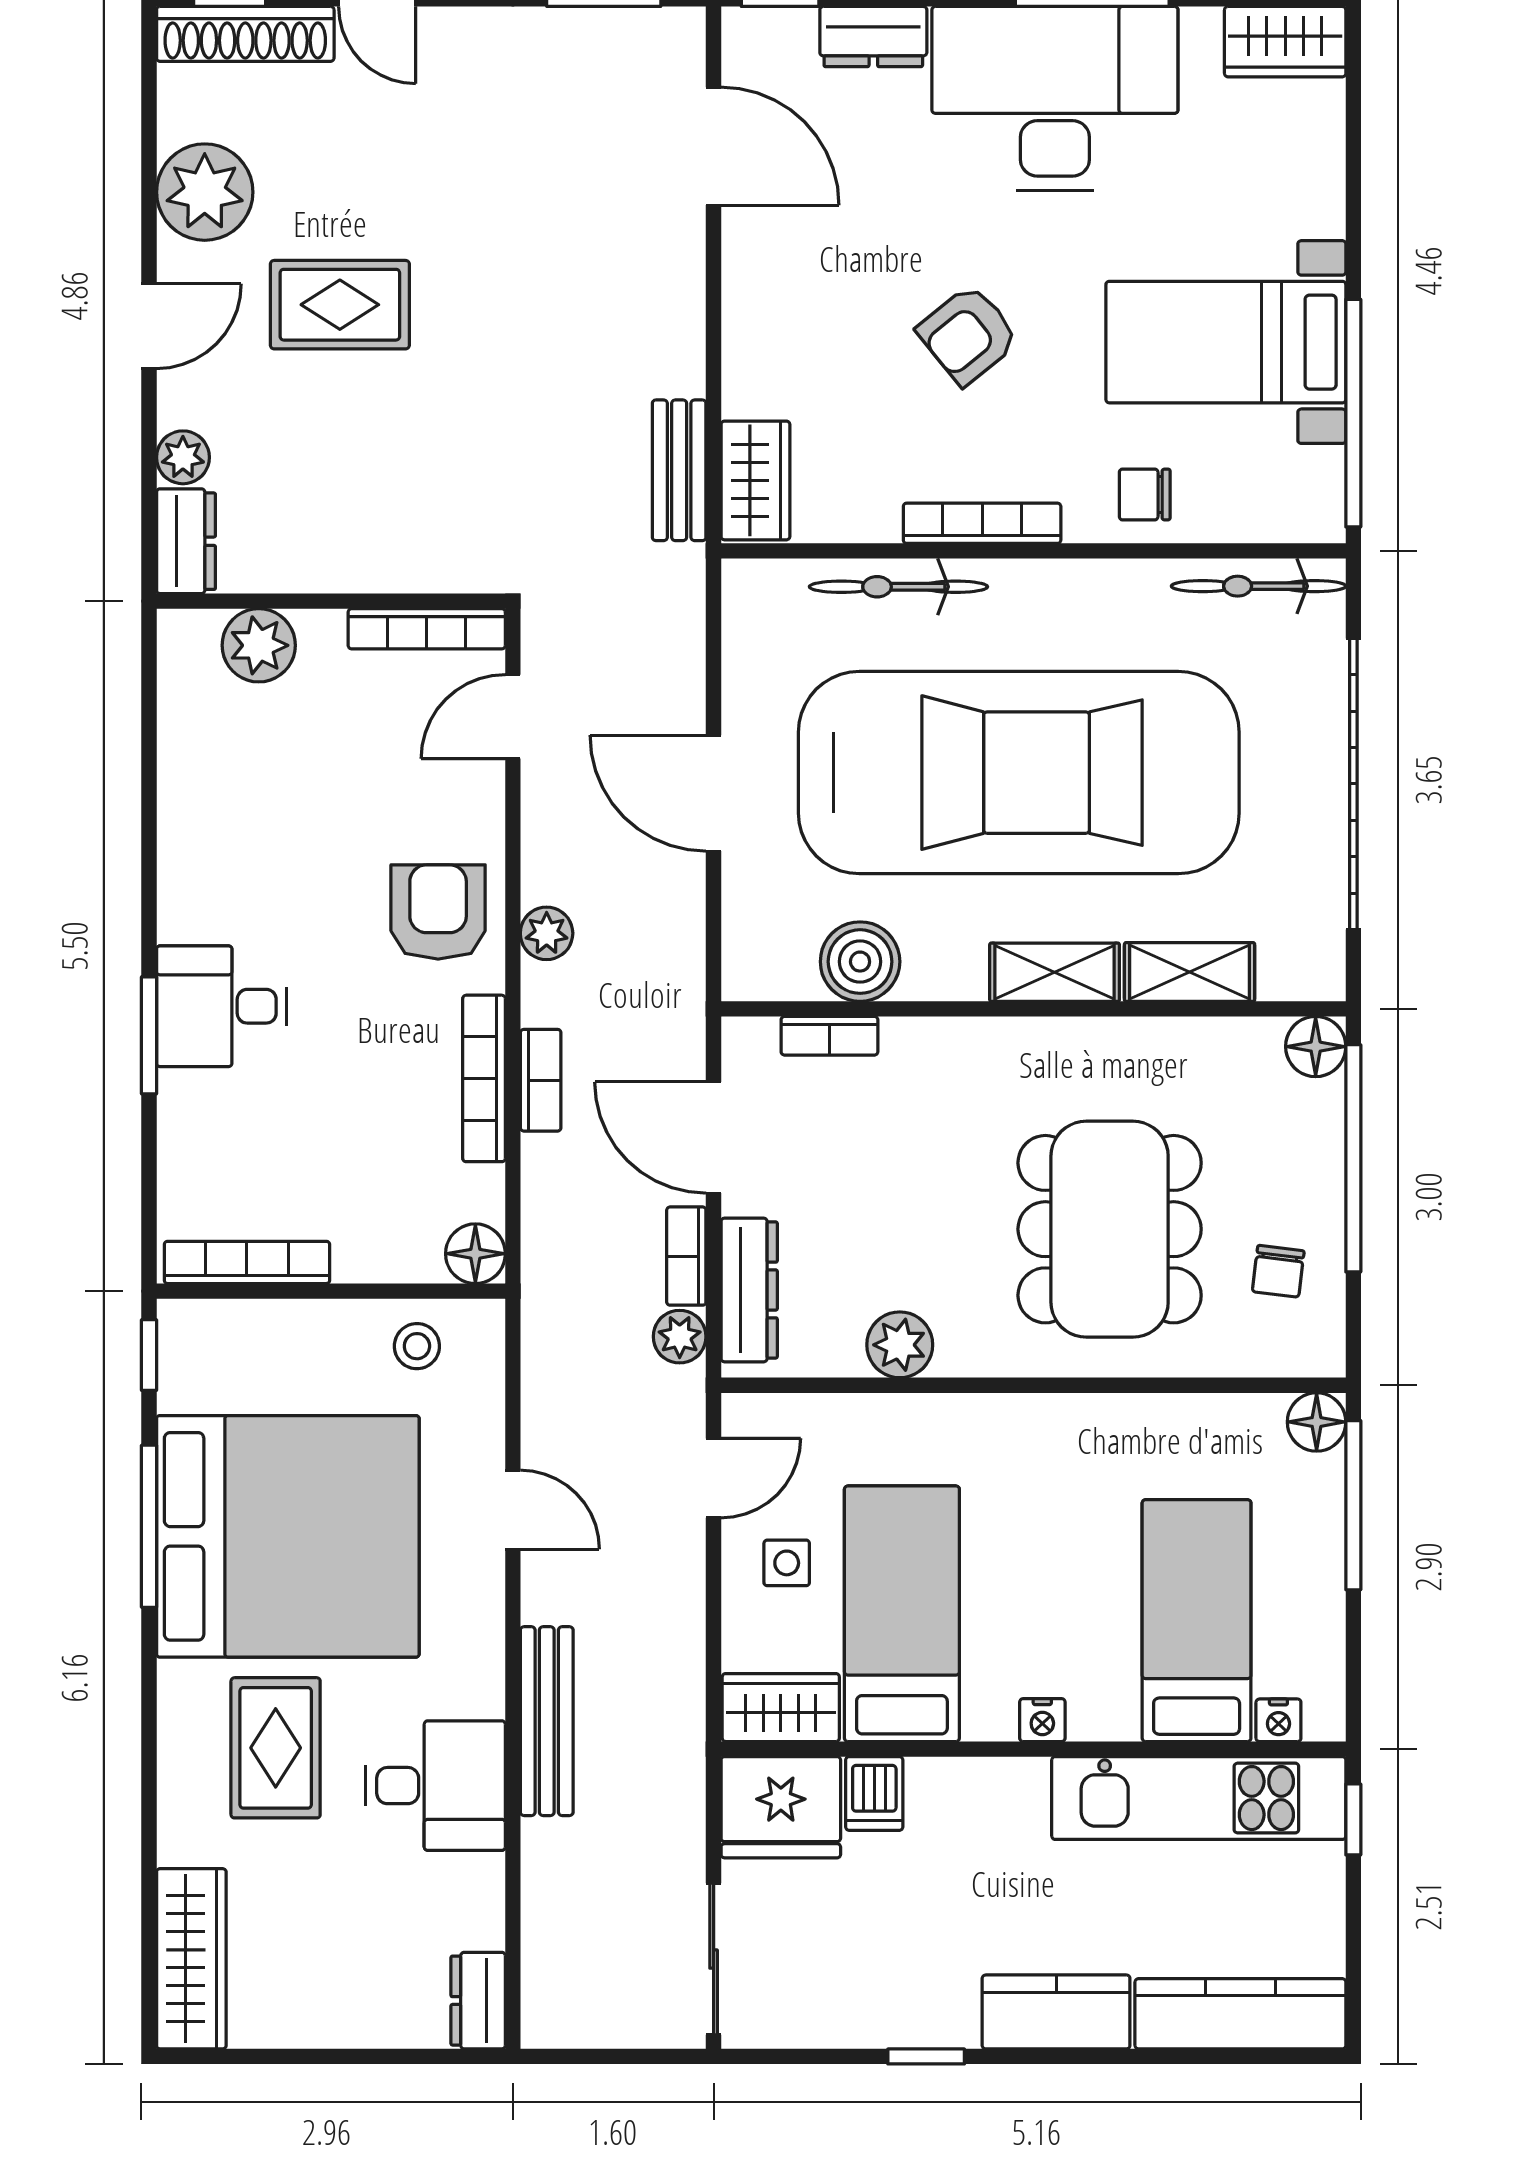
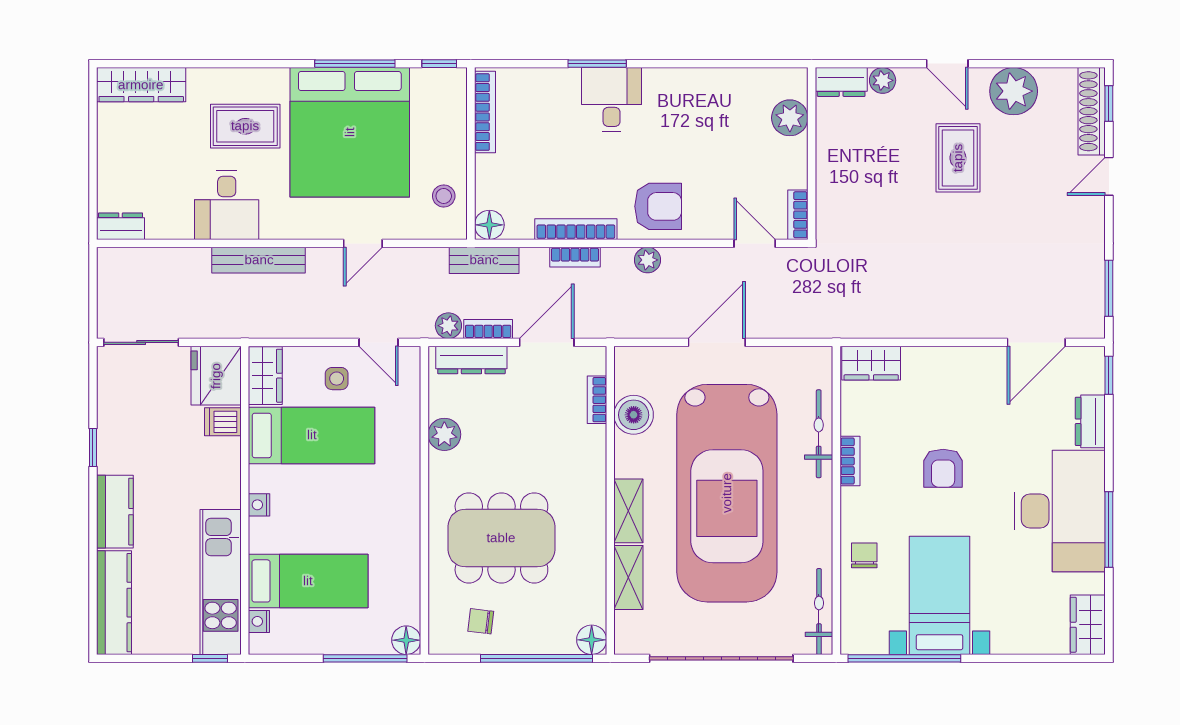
armchair: (968, 335) -> (943, 468), turned -141
bench: (679, 470) -> (484, 260), moved
bookcase: (982, 523) -> (850, 461), width x0.64
bookcase: (427, 629) -> (798, 215), width x0.64

